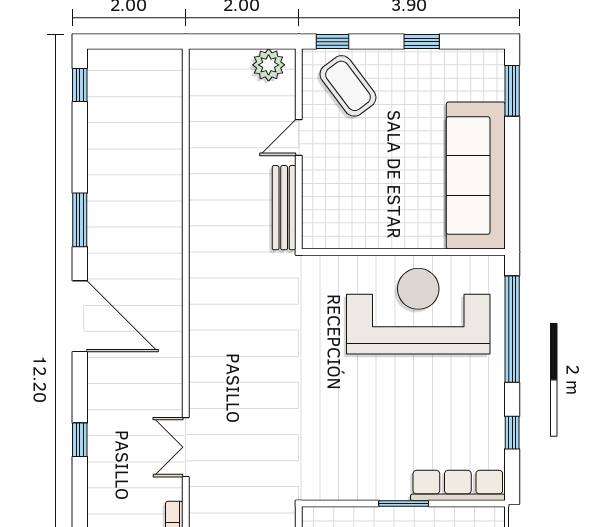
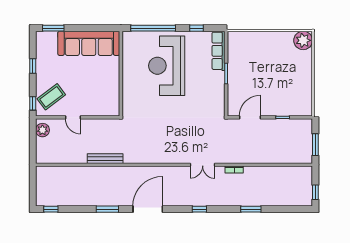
bench: (284, 208) -> (105, 159), moved
reception desk: (418, 311) -> (167, 66), moved

